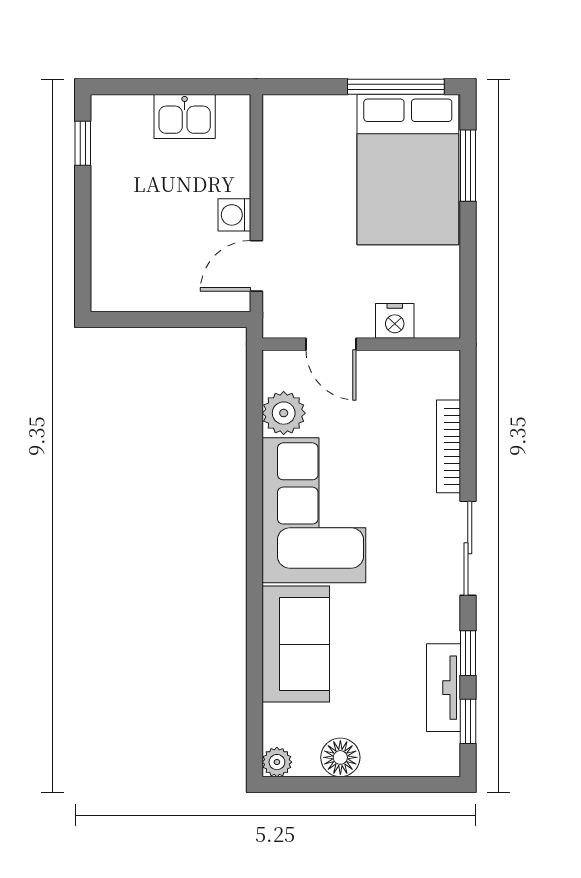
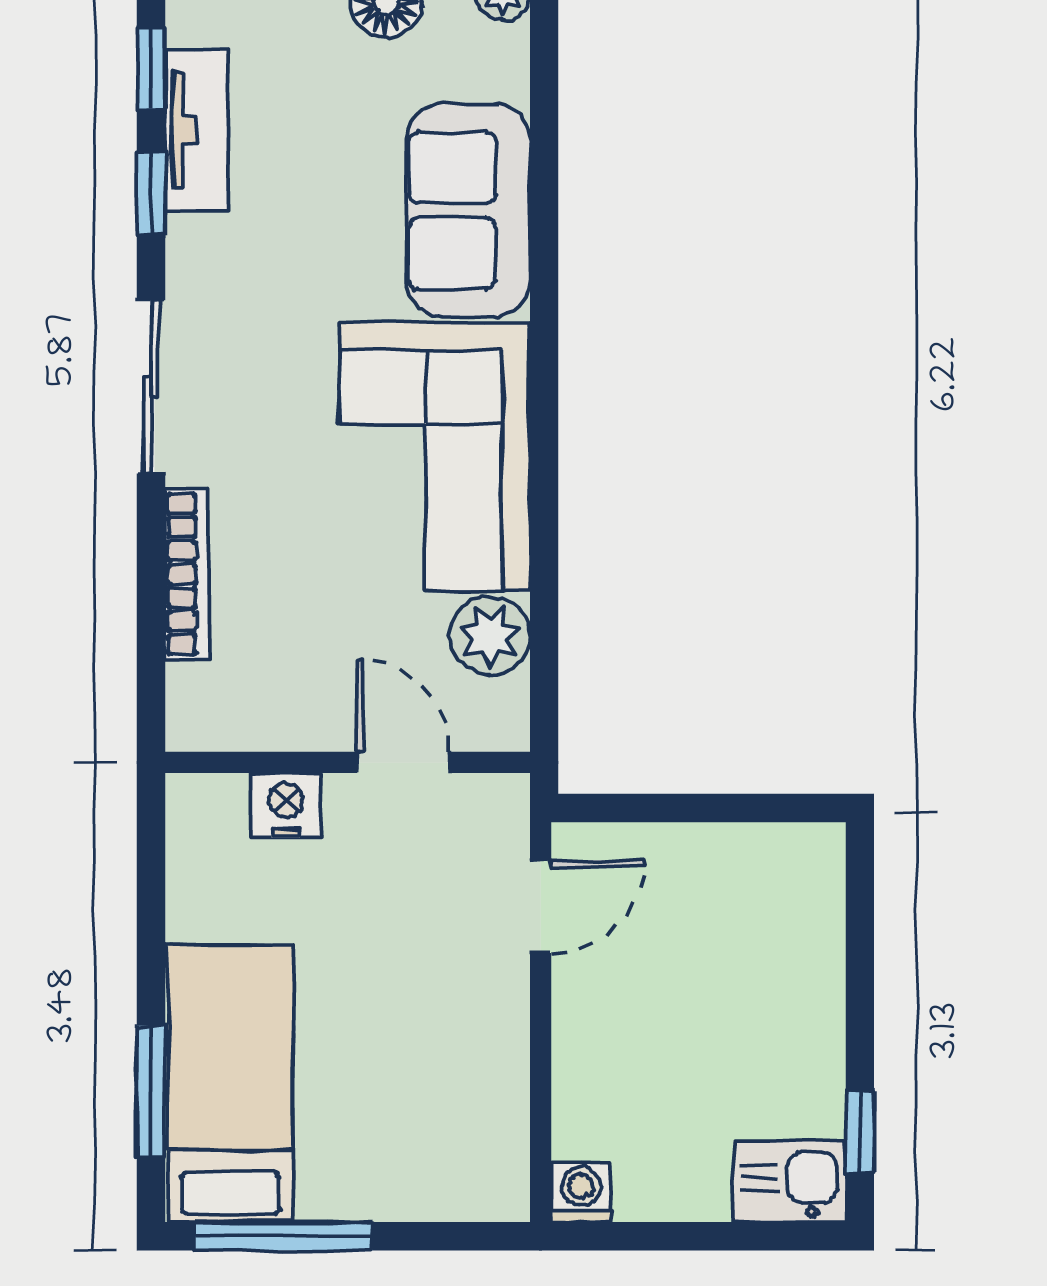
kitchen sink: (185, 117) -> (790, 1182), moved
bed: (408, 170) -> (231, 1084), width x0.67
washing machine: (234, 215) -> (581, 1192), moved, turned -90

